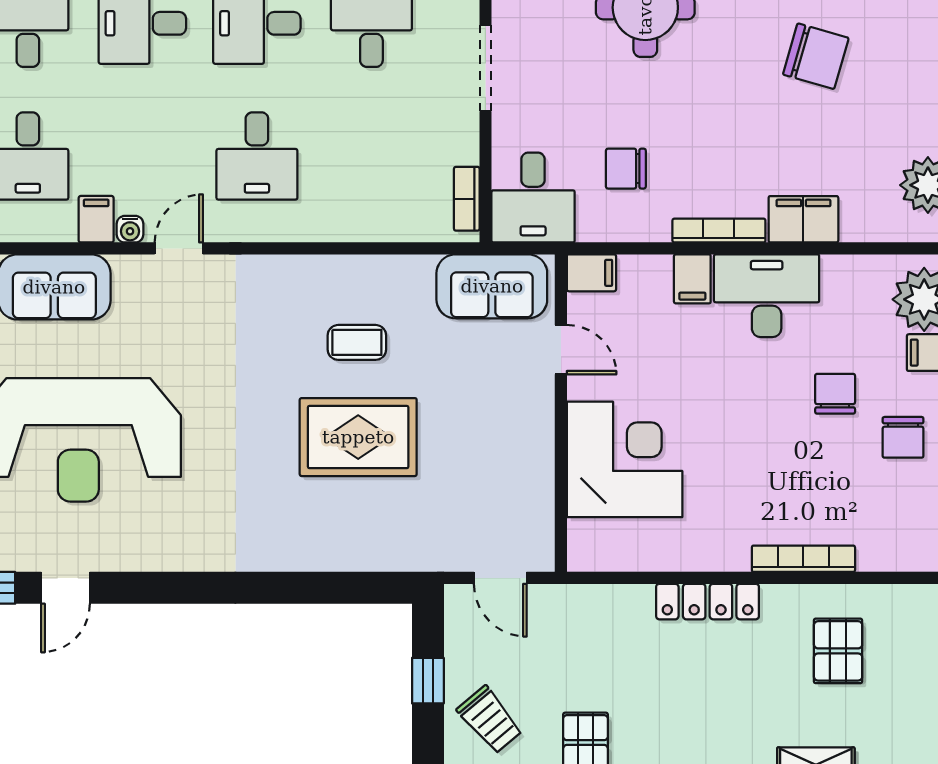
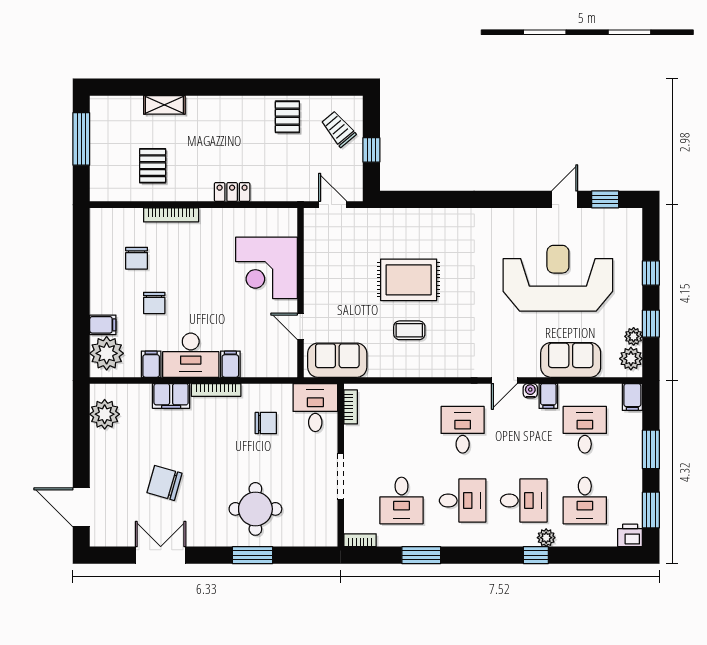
filing cabinet: (591, 273) -> (151, 364), moved, turned 90
chair: (903, 437) -> (137, 258), moved, turned 180
locker: (708, 602) -> (232, 192), width x0.66

